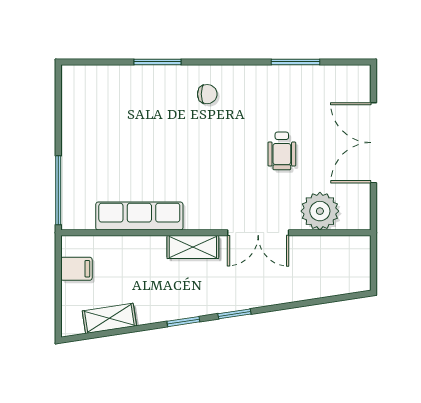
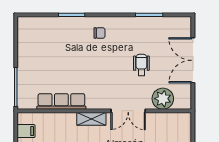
wheelchair: (282, 151) -> (141, 65), turned 180

